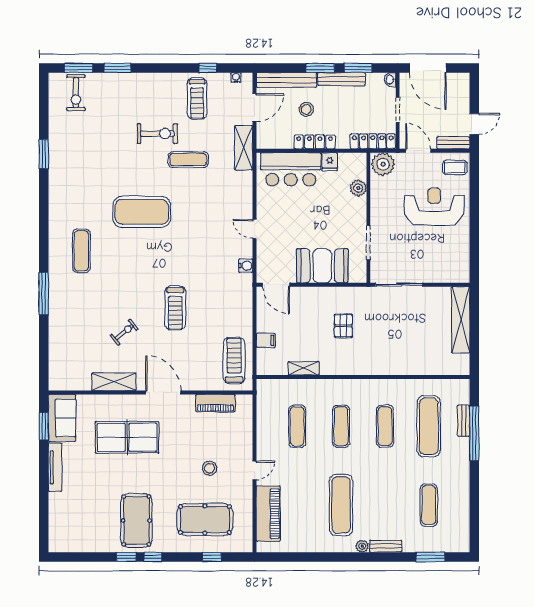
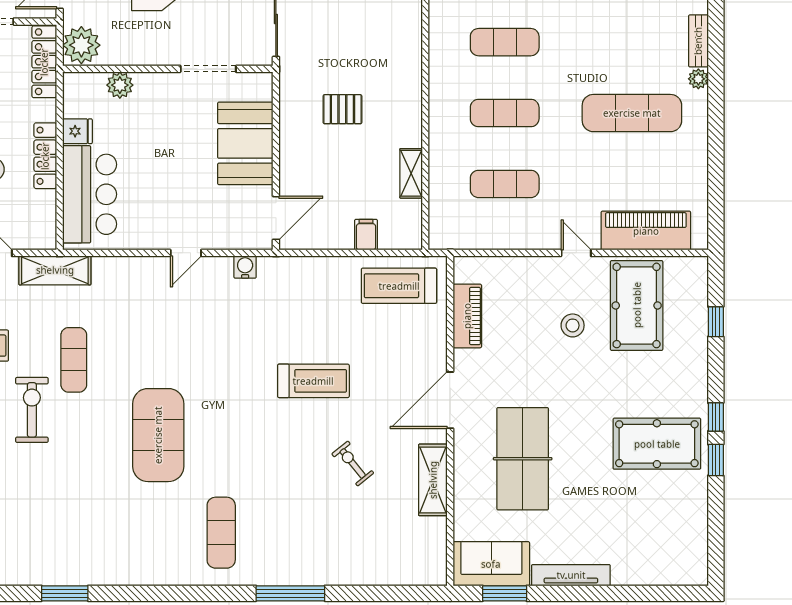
exercise mat: (81, 251) -> (221, 533), turned 90
pool table: (205, 520) -> (637, 305), moved

